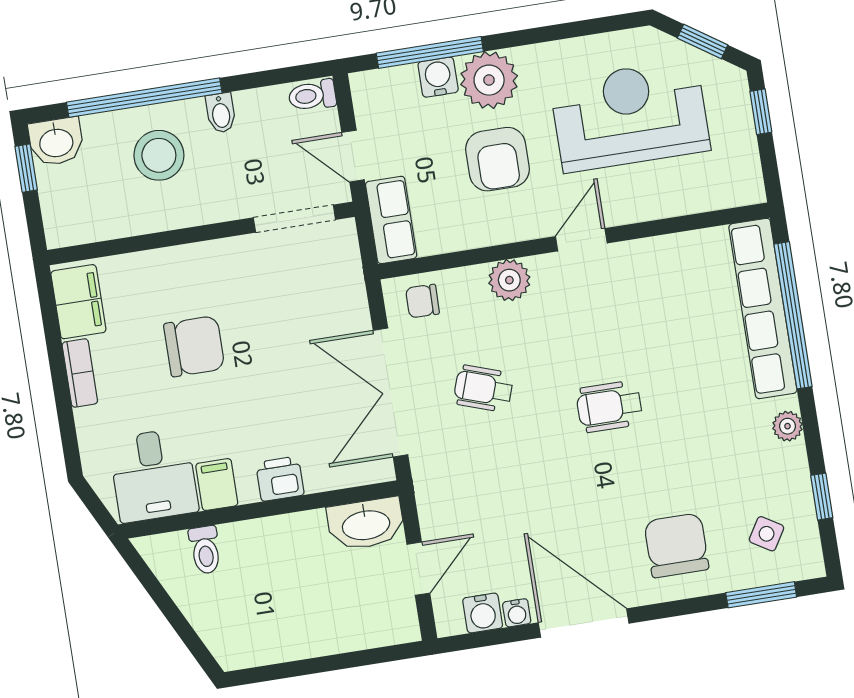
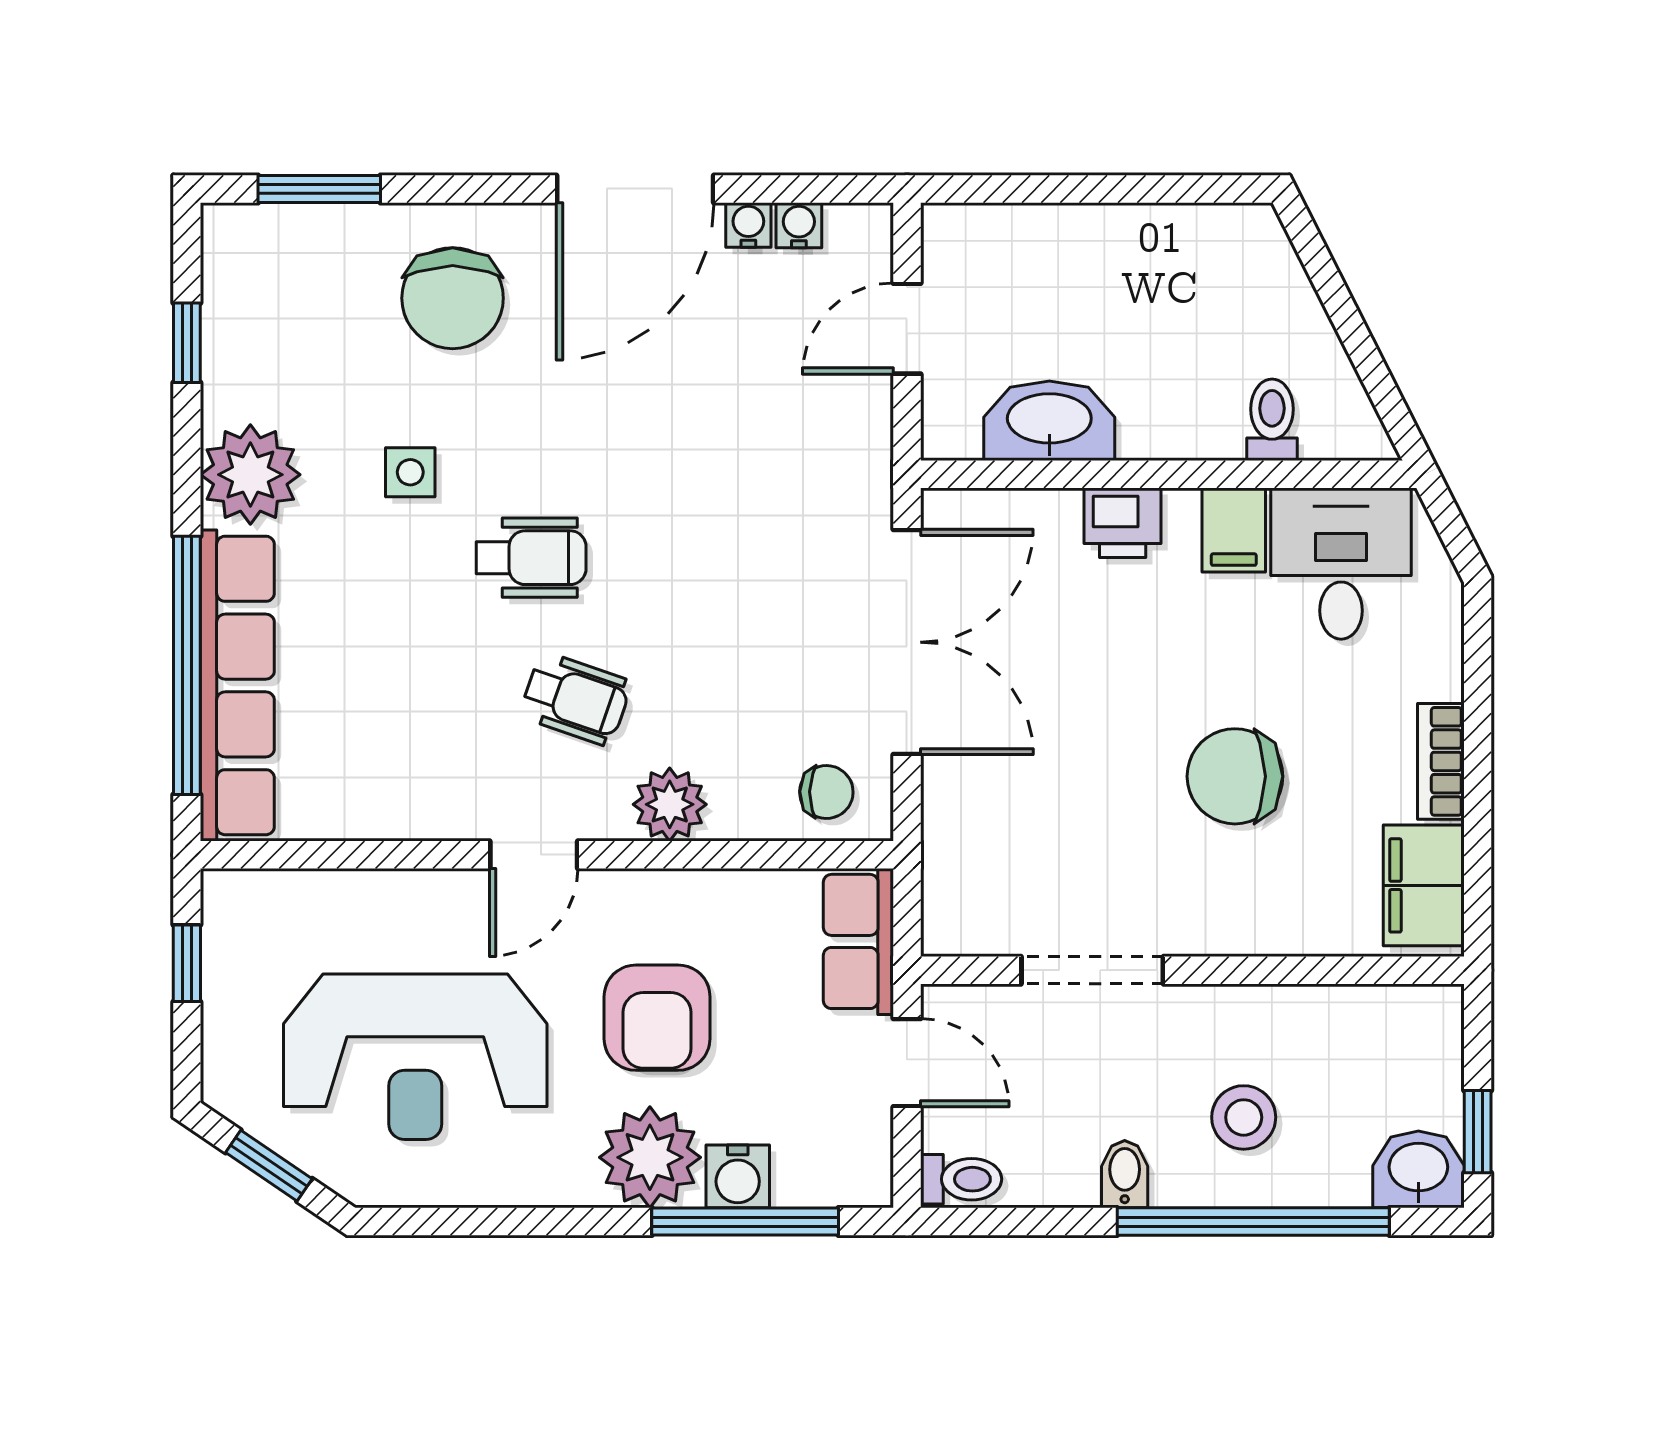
window: (761, 112) -> (187, 963), moved
stool: (159, 155) -> (1244, 1117), width x0.73, depth x0.73
armchair: (498, 159) -> (657, 1018), turned 180
doorway: (294, 219) -> (1092, 970), moved
wheelchair: (483, 388) -> (576, 699), moved
plant: (788, 426) -> (250, 475), width x1.87, depth x1.87
washbasin: (366, 524) -> (1049, 421), moved
side table: (767, 534) -> (410, 472), moved, turned -31
water cooler: (483, 613) -> (799, 225), width x0.72, depth x0.72
door: (584, 623) -> (635, 189), hinge flipped

